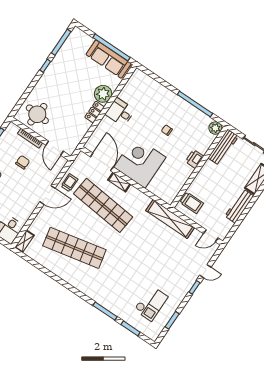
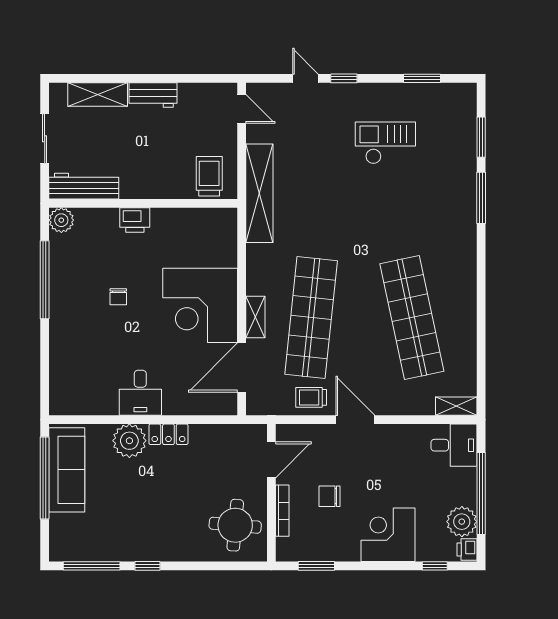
workbench: (239, 206) -> (153, 95), width x0.73
checkout: (151, 303) -> (385, 143), moved

